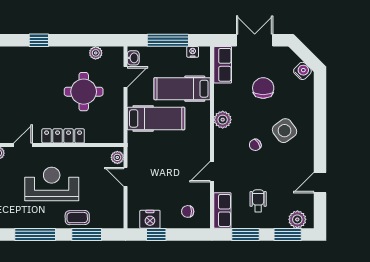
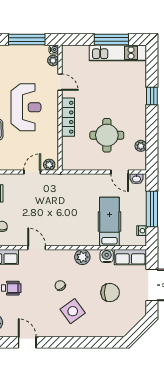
water cooler: (302, 71) -> (107, 256), moved, turned -135
hospital bed: (156, 118) -> (83, 199), removed

